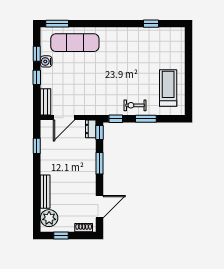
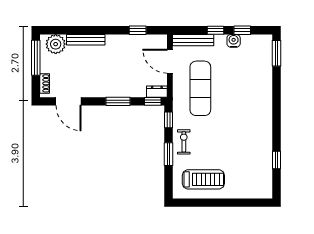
exercise mat: (75, 43) -> (200, 88), moved
bench: (45, 102) -> (193, 40), width x1.36
window: (61, 236) -> (36, 58), width x2.17

